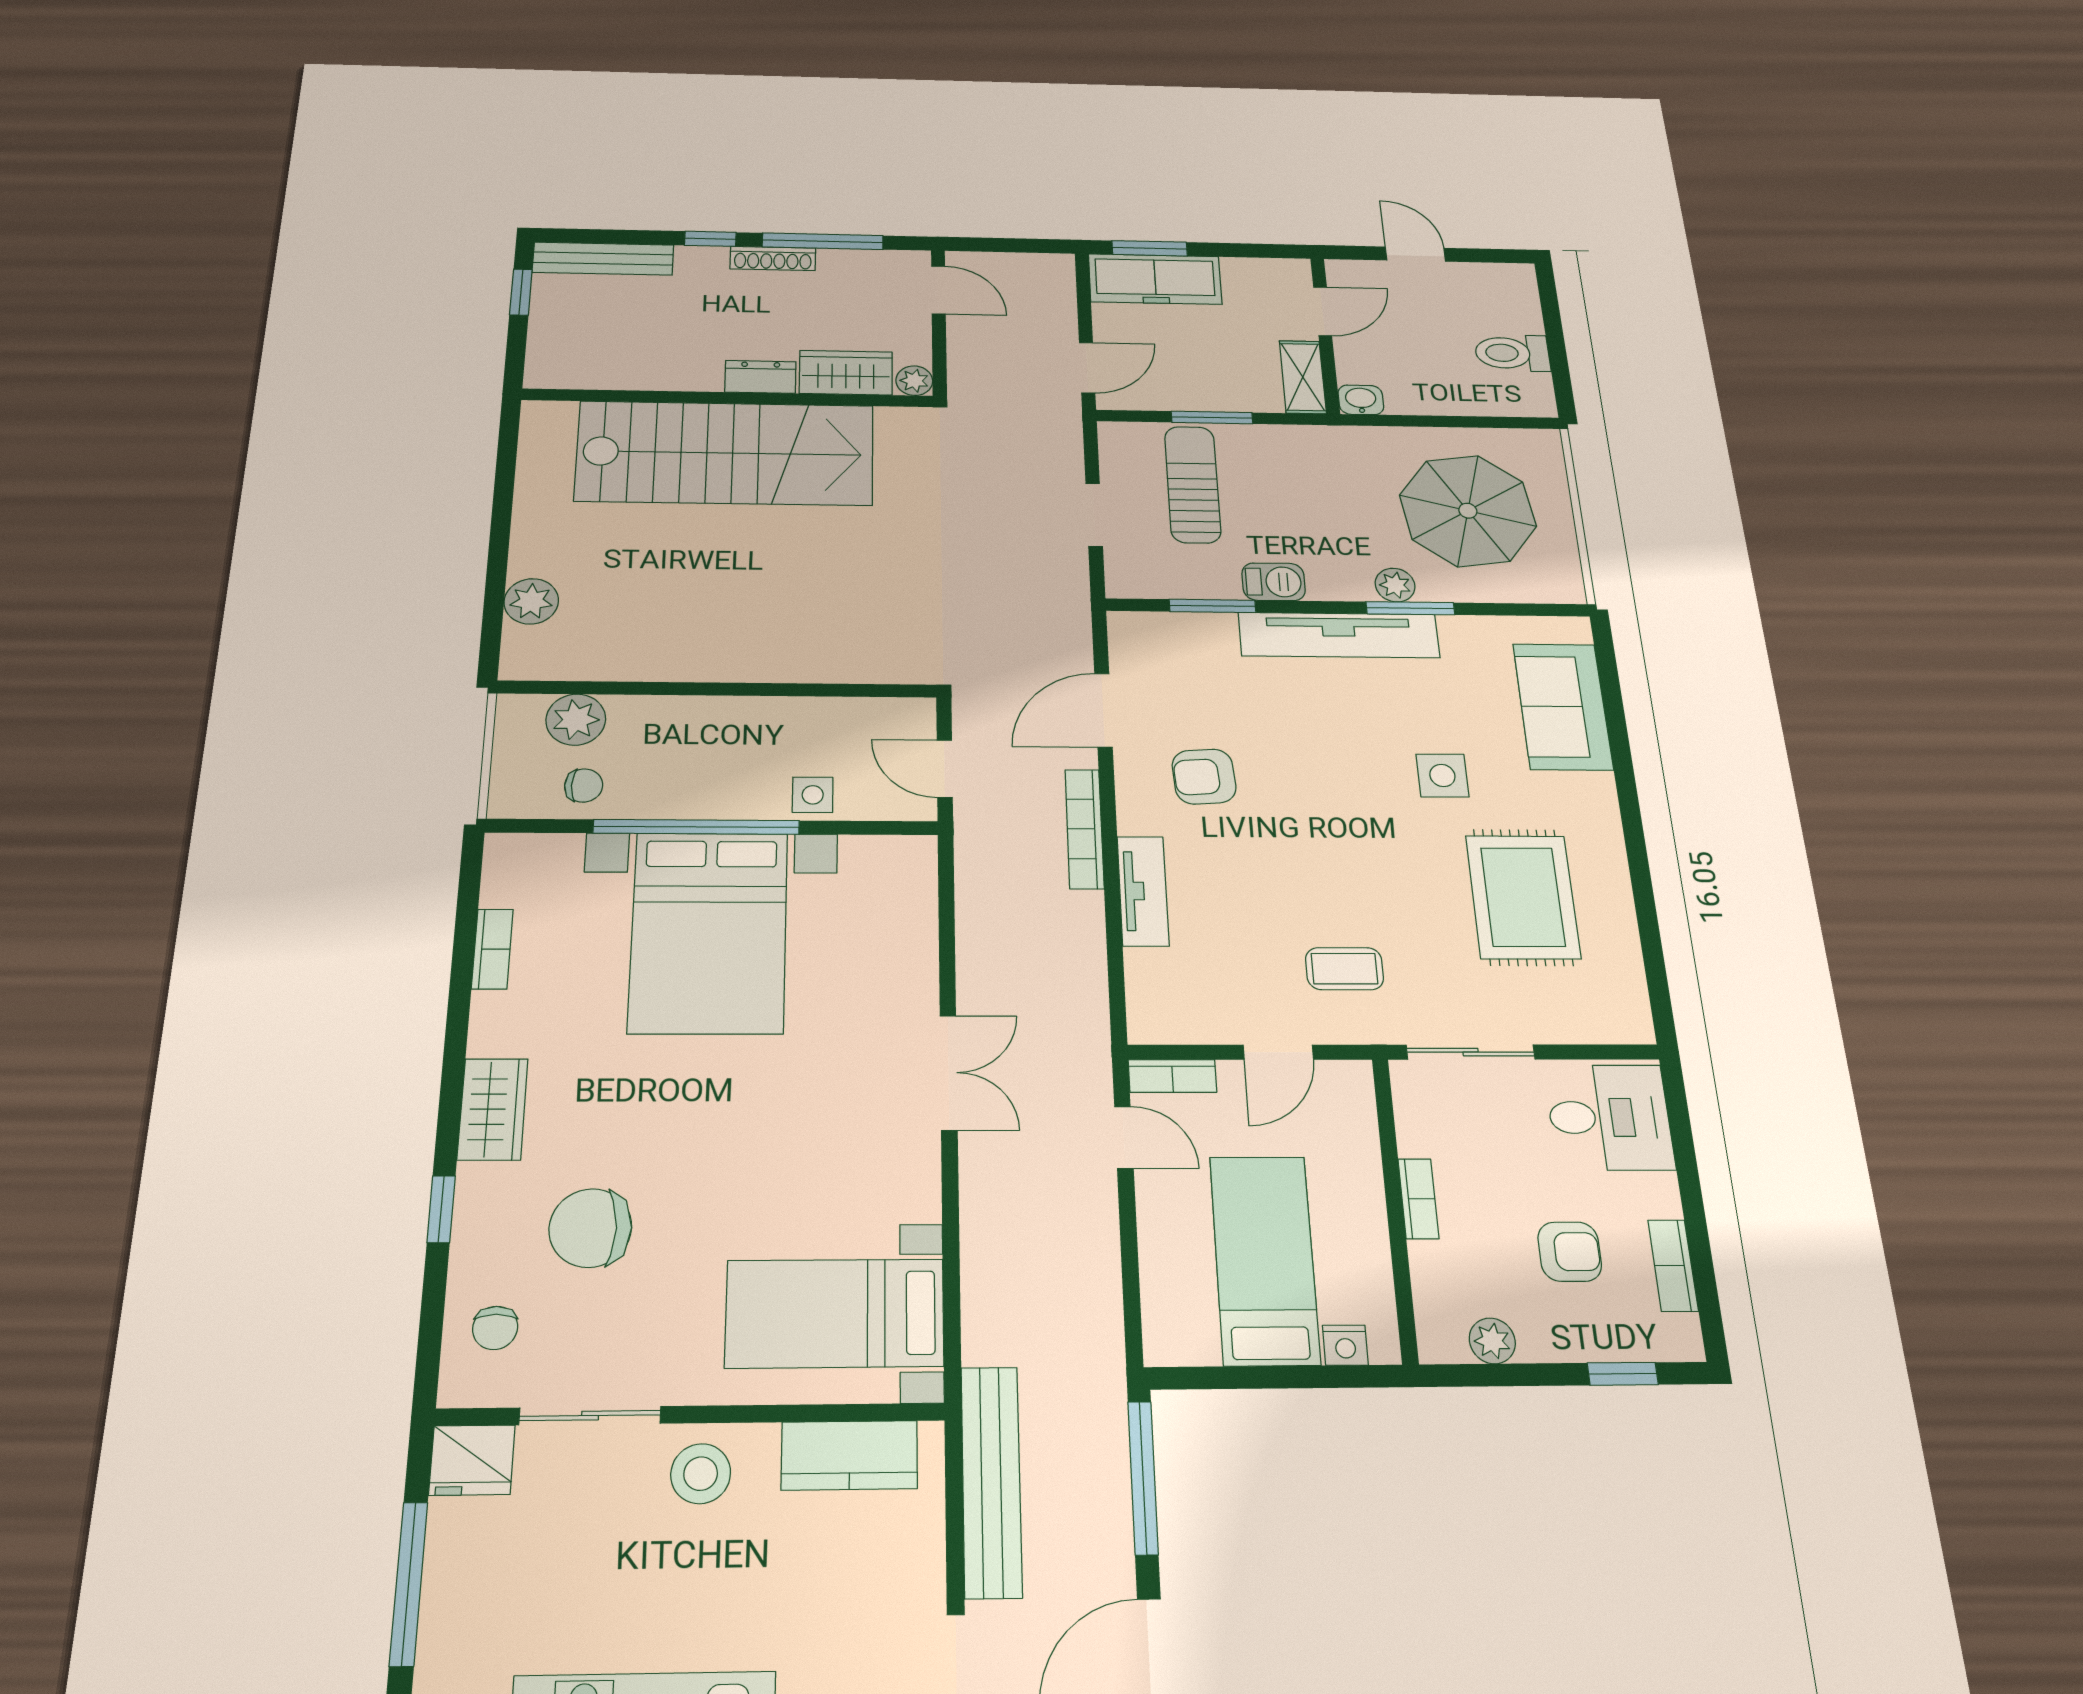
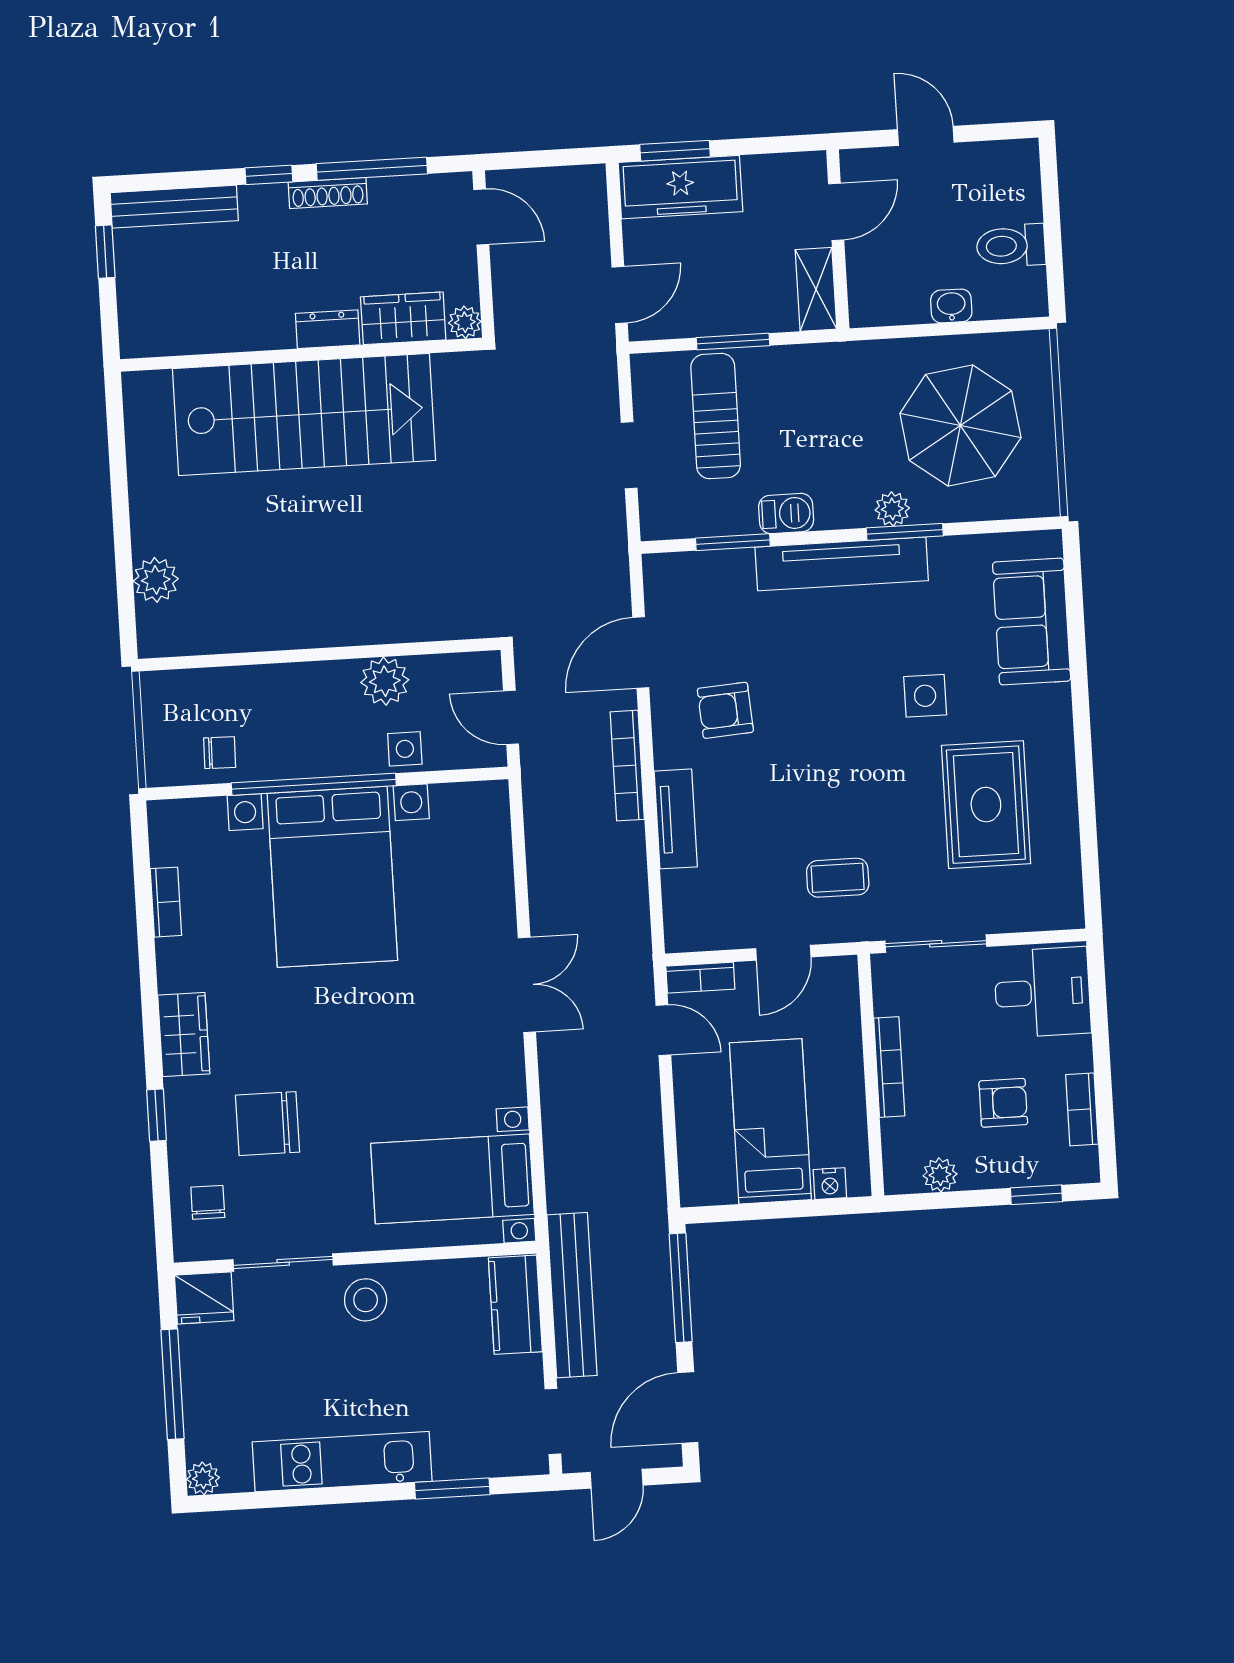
washbasin: (1361, 400) -> (951, 306), moved
plant: (576, 720) -> (385, 681), moved
bookcase: (1418, 1199) -> (889, 1067), width x1.56
chair: (495, 1328) -> (208, 1202), turned 180
kitchen counter: (849, 1455) -> (515, 1305), moved, turned 90

